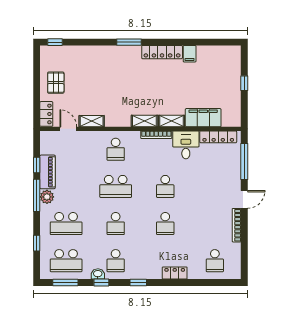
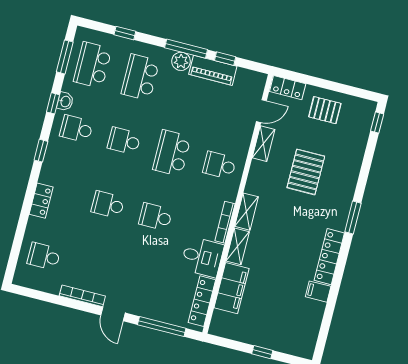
pallet: (104, 85) -> (306, 172), added

